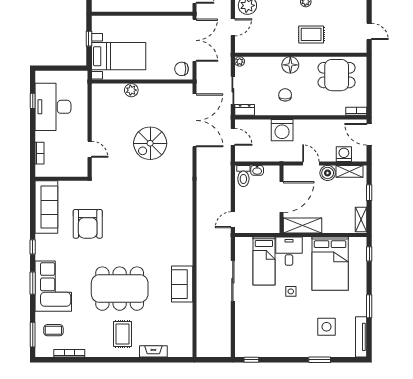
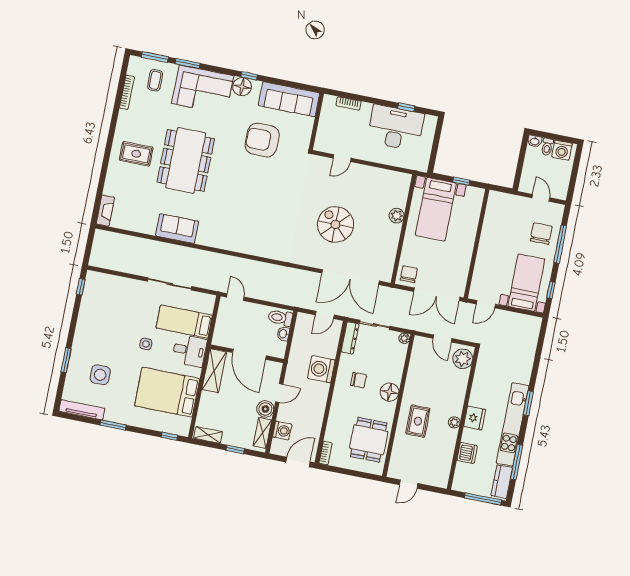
dresser: (245, 110) -> (350, 338), width x1.44
floor lamp: (44, 251) -> (242, 87), added
window: (33, 283) -> (188, 64), moved
fireplace: (153, 351) -> (105, 211), moved

